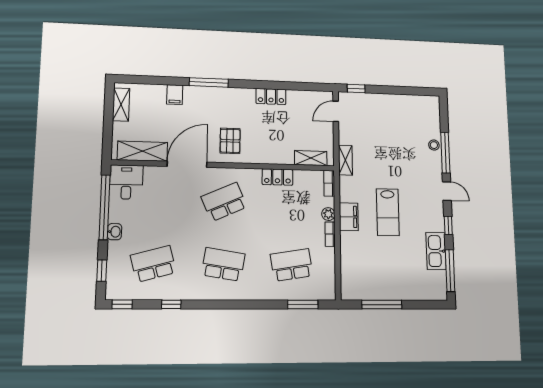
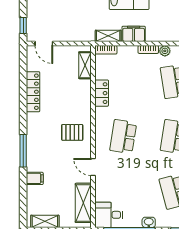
locker: (271, 96) -> (33, 92), width x1.53
shelving: (345, 160) -> (108, 36), moved
door: (187, 164) -> (93, 167), width x0.53
school desk: (224, 202) -> (123, 137), turned 33
plant: (328, 214) -> (165, 51), moved

